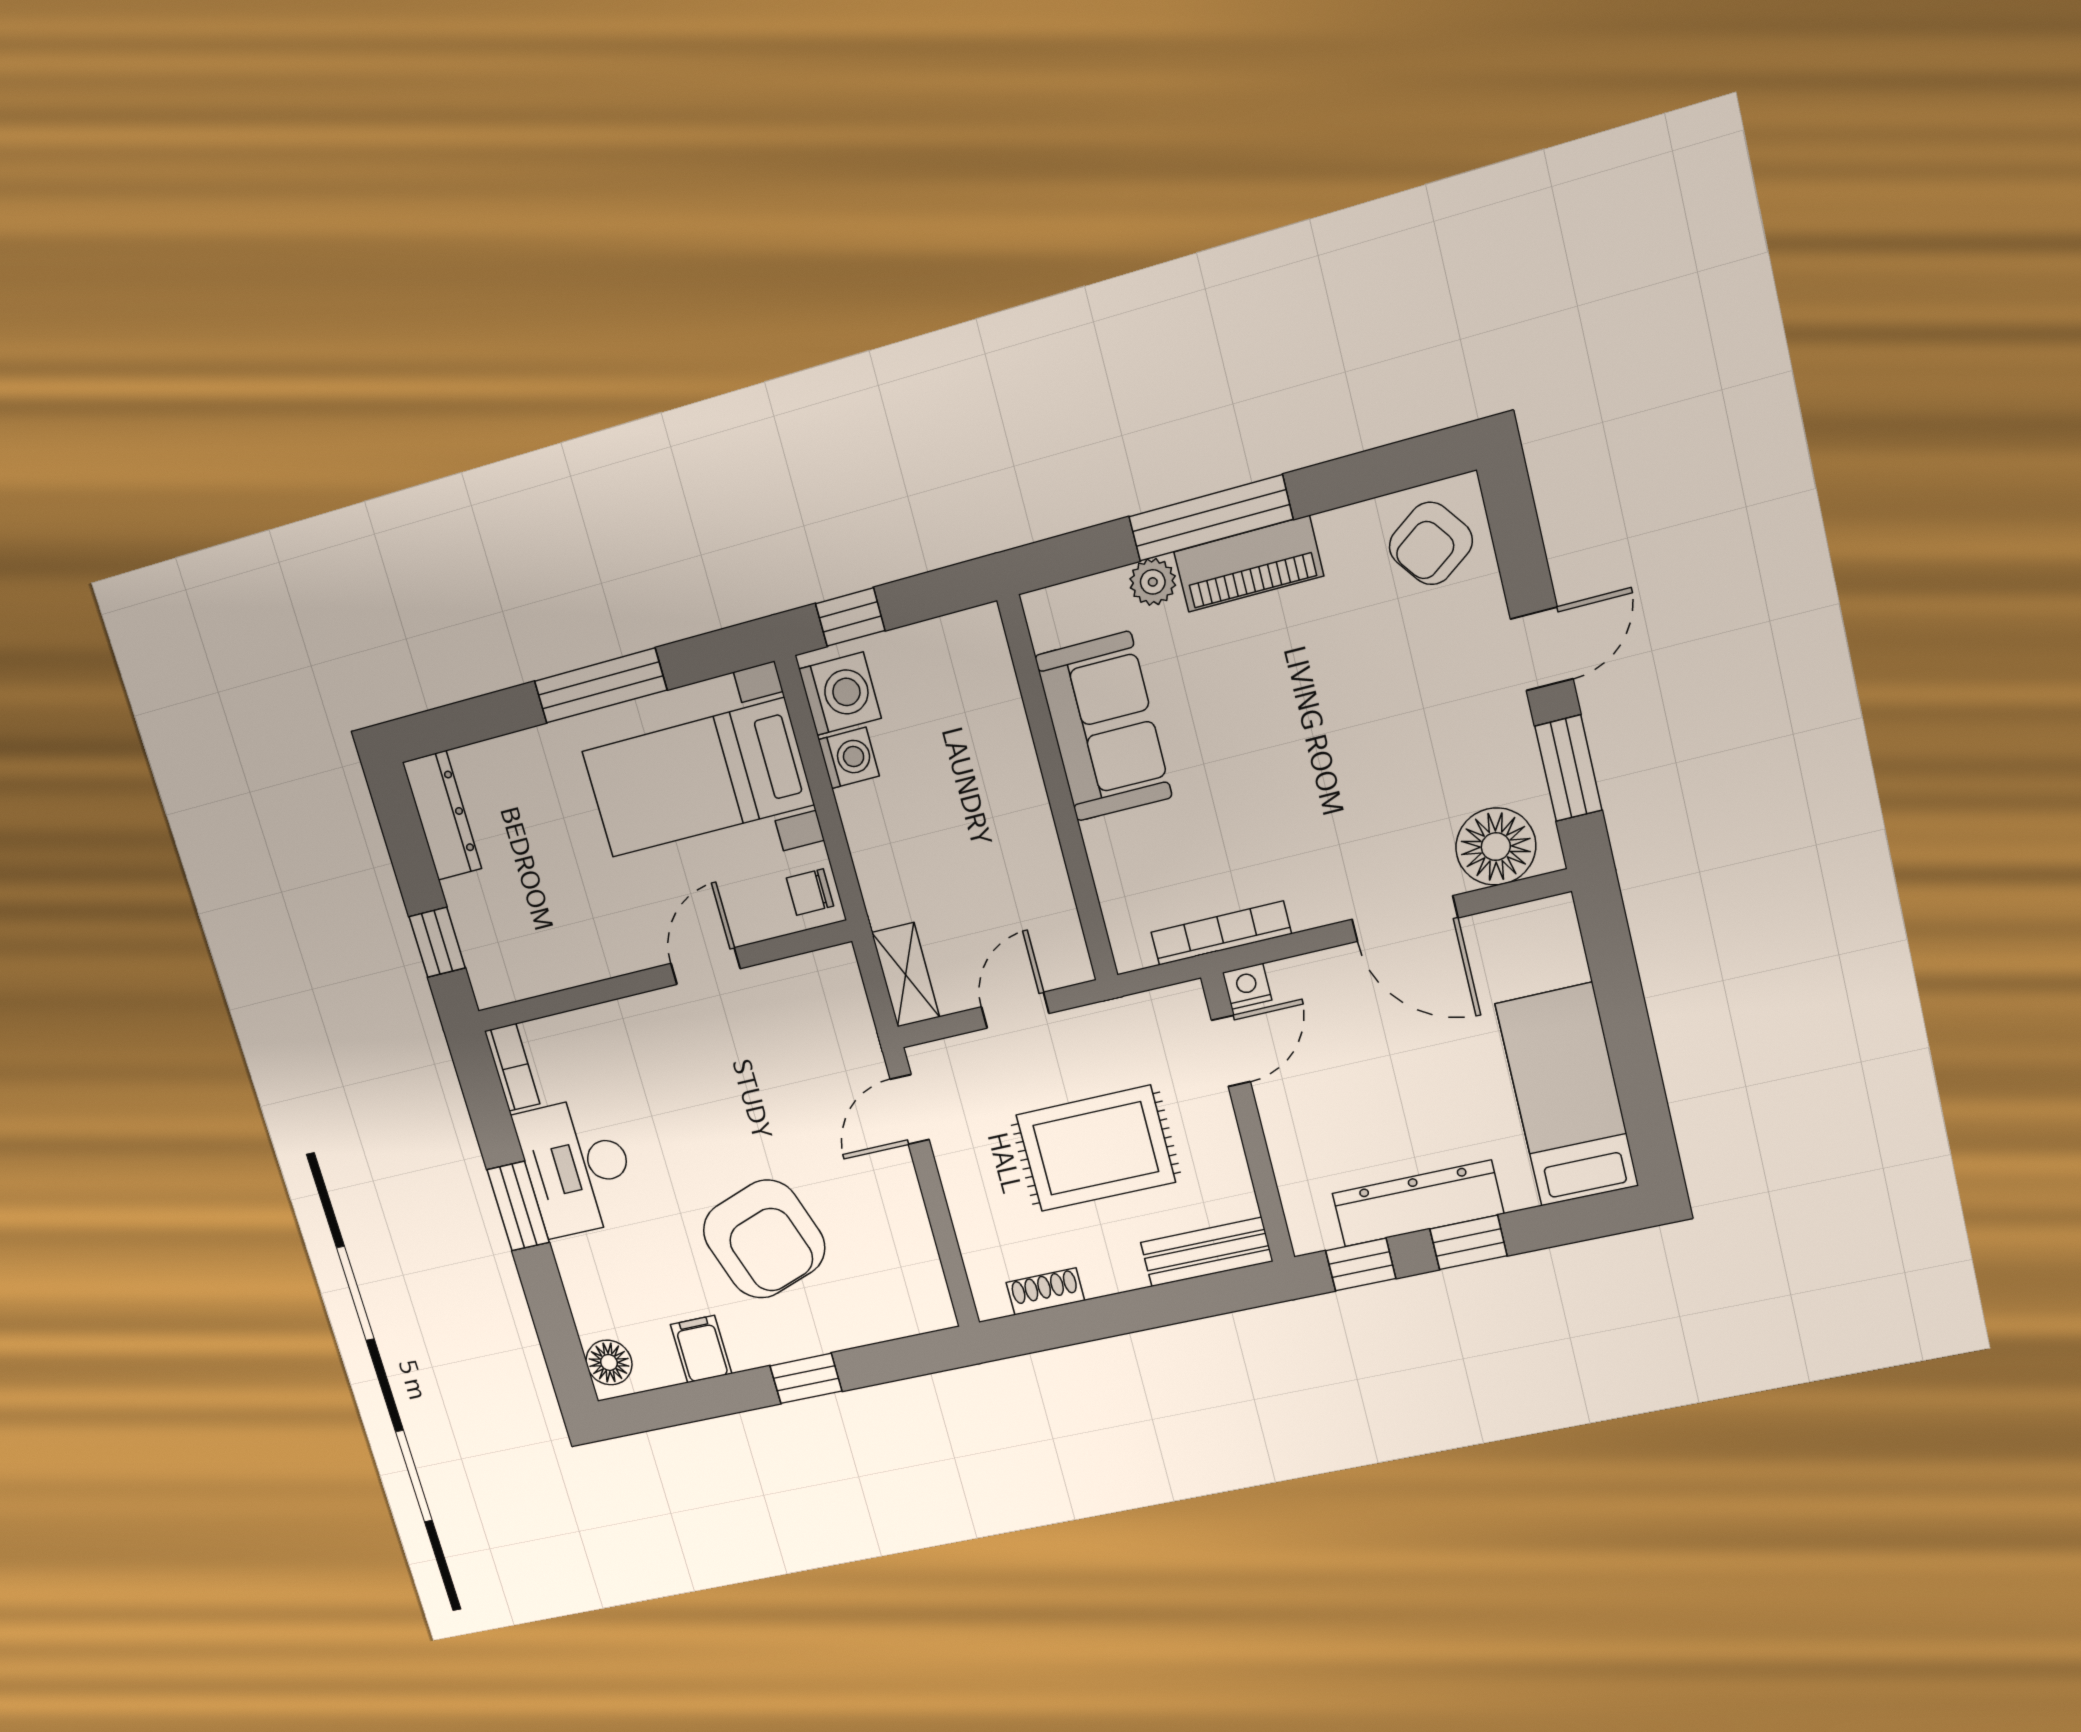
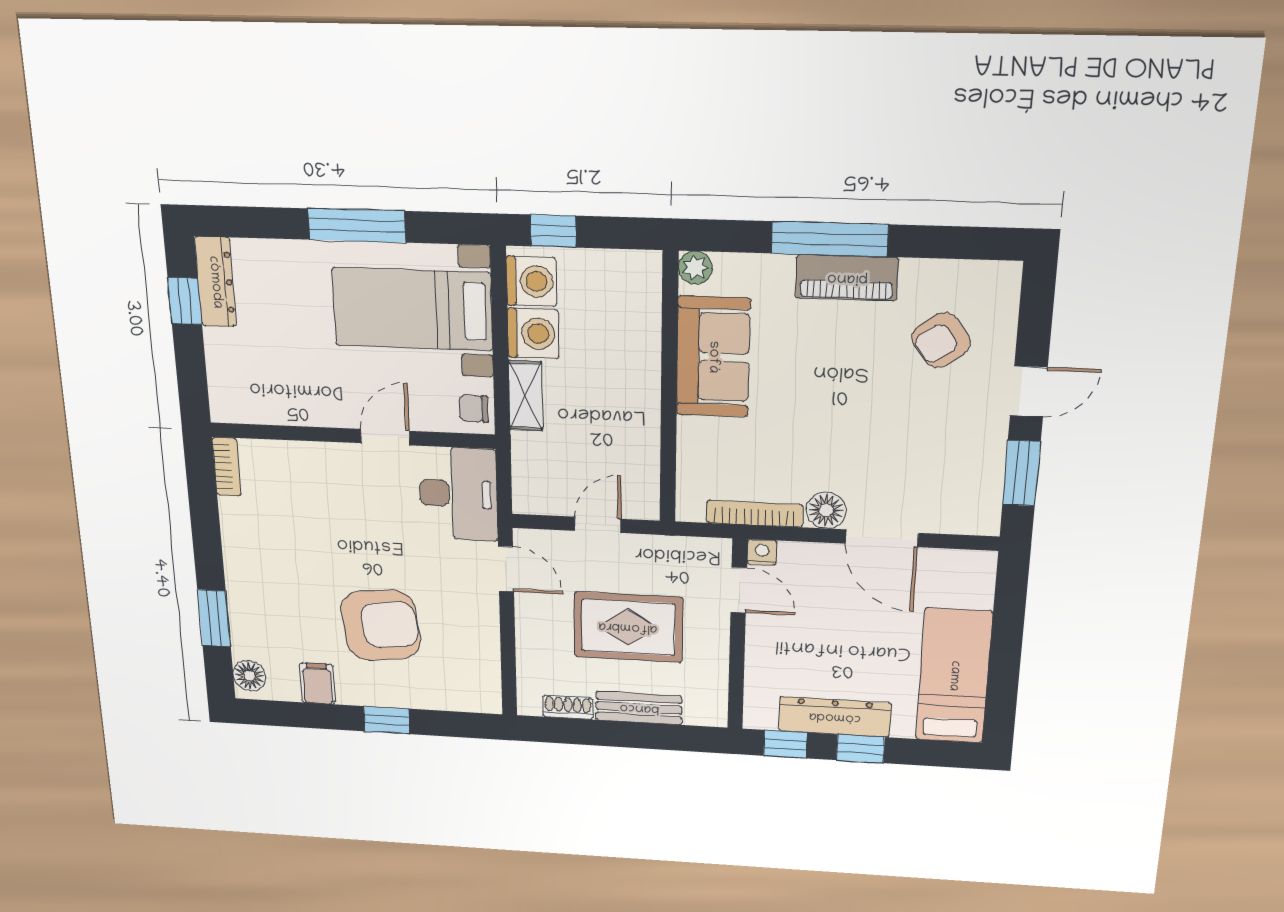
armchair: (1431, 543) -> (941, 340), moved
plant: (1153, 582) -> (695, 268), moved
washing machine: (849, 758) -> (533, 334), width x1.38, depth x1.38
floor lamp: (1496, 847) -> (826, 510), moved, width x0.73, depth x0.73
window: (437, 942) -> (185, 301), moved
shelving: (906, 975) -> (526, 396), moved
door: (1231, 1051) -> (739, 590), hinge flipped
door: (910, 1109) -> (506, 569), swing flipped
desk: (577, 1167) -> (458, 494), moved, turned 180
window: (518, 1206) -> (214, 618), moved
armchair: (764, 1239) -> (381, 625), turned -78
bench: (1207, 1252) -> (639, 708), moved

